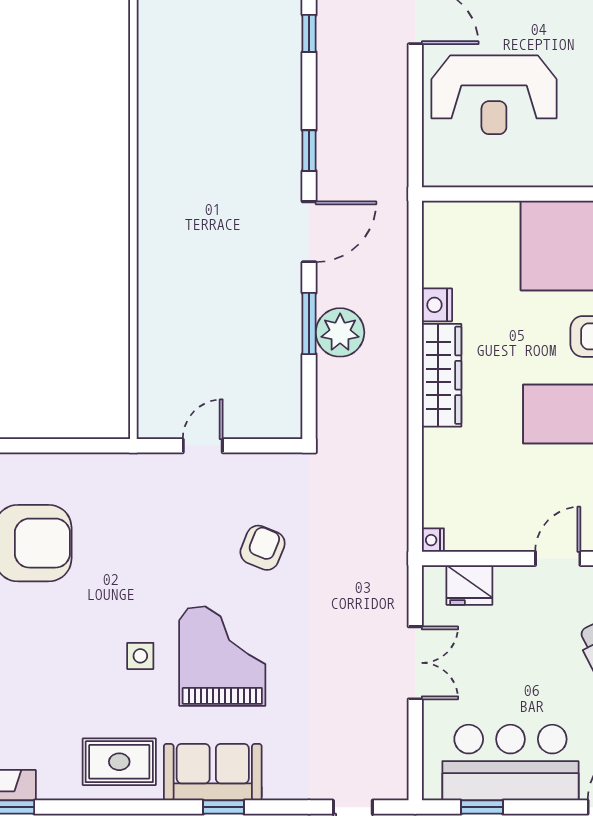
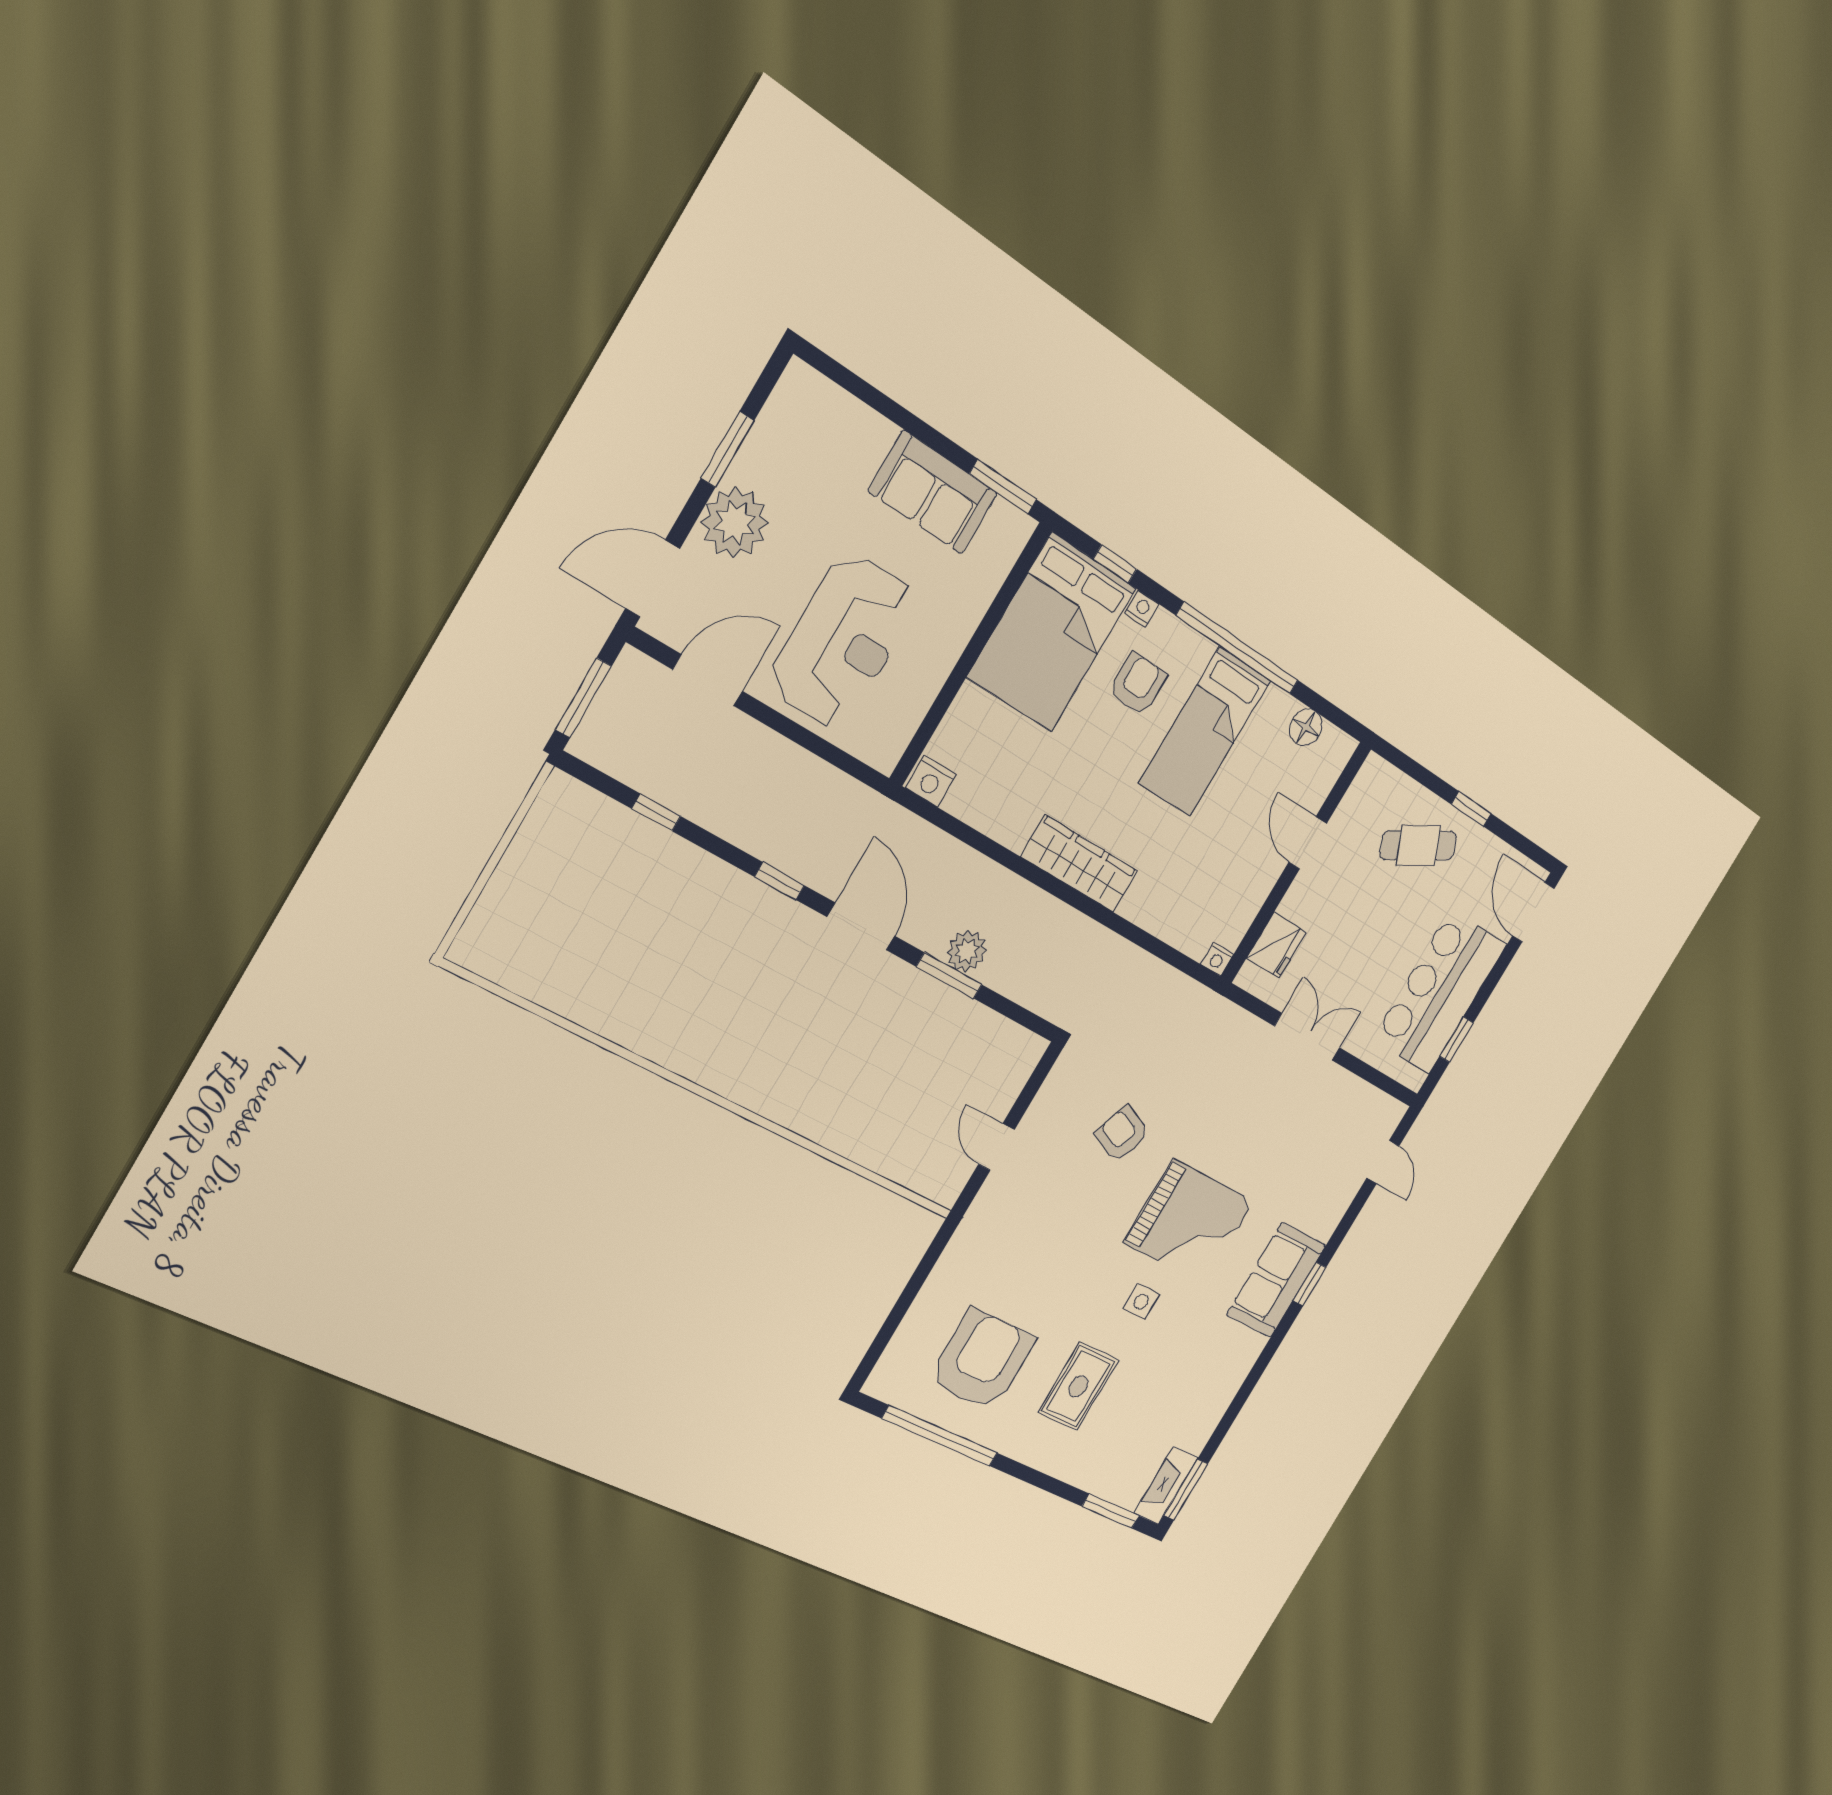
nightstand: (437, 305) -> (931, 781), moved
plant: (340, 332) -> (967, 951), width x0.73, depth x0.73
grand piano: (222, 656) -> (1189, 1222), turned 180
rug: (119, 762) -> (1078, 1386), moved

